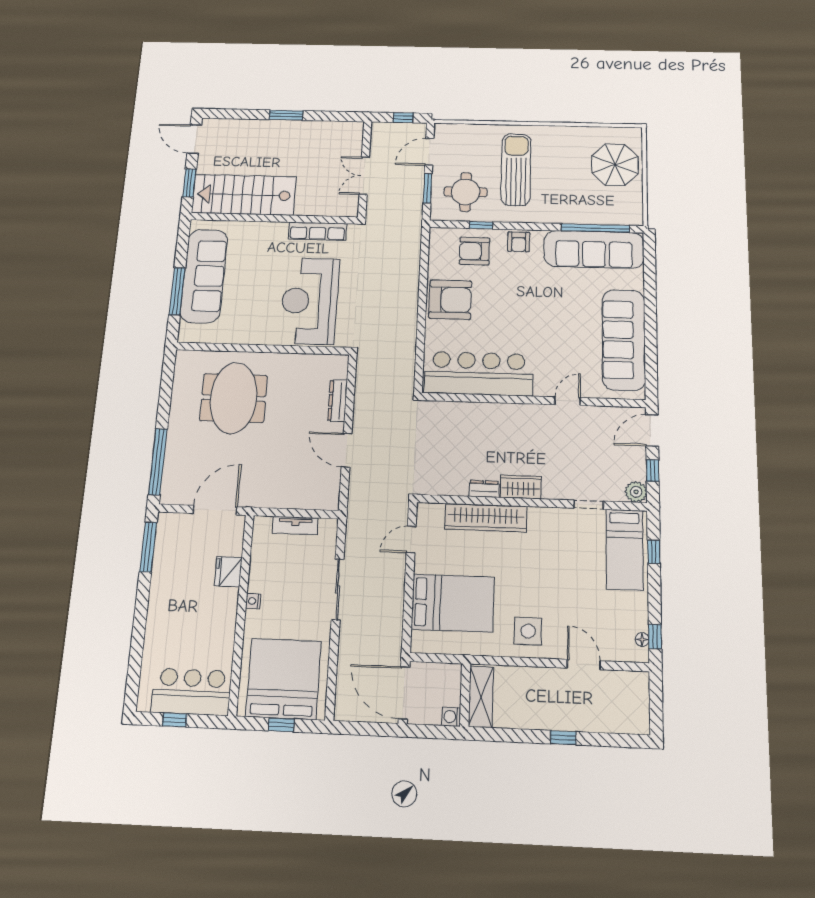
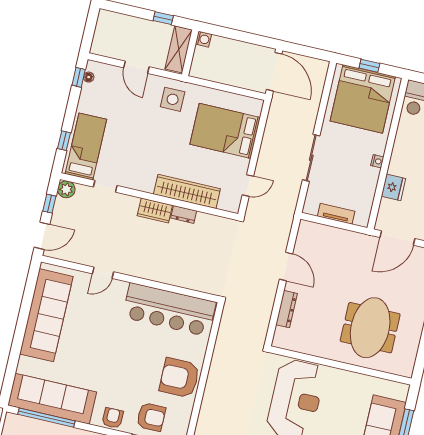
wall: (465, 695) -> (190, 53), moved
shelving: (481, 697) -> (179, 49), moved
washing machine: (451, 717) -> (203, 39), moved

